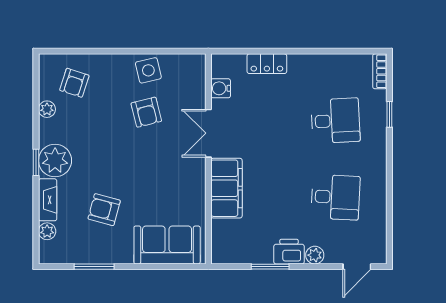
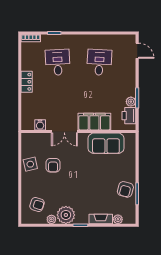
locker: (267, 64) -> (27, 82), moved
armchair: (146, 112) -> (53, 165), turned 104
plant: (55, 161) -> (66, 215), moved
armchair: (104, 210) -> (125, 189), moved
sofa: (167, 245) -> (106, 143), moved, turned -90
printer: (289, 252) -> (129, 116), moved
plant: (315, 255) -> (131, 102), moved

